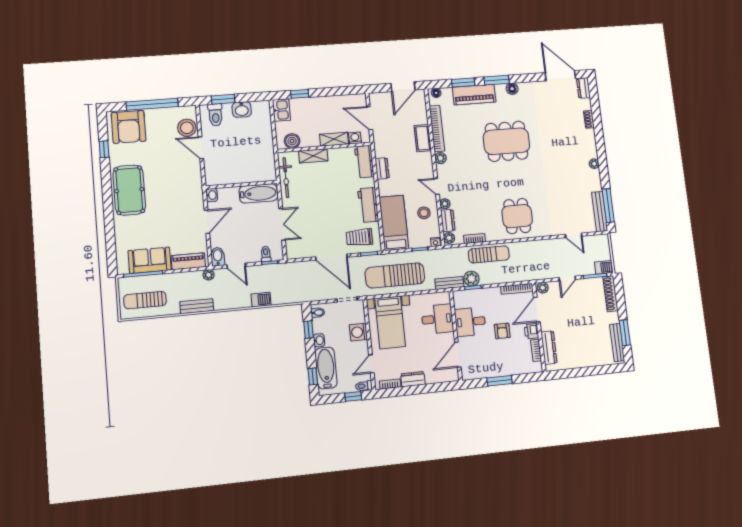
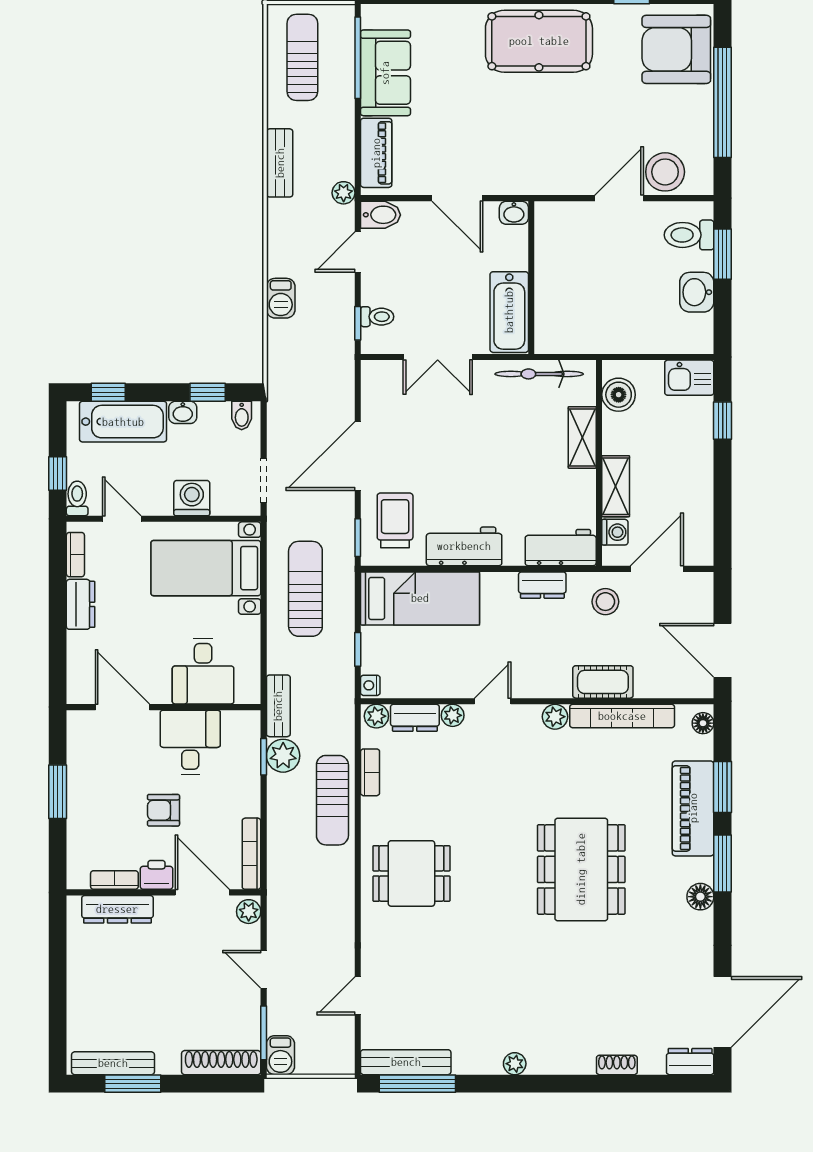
stool: (424, 213) -> (605, 602), moved
sun lounger: (395, 275) -> (305, 589), width x0.73, depth x0.75

